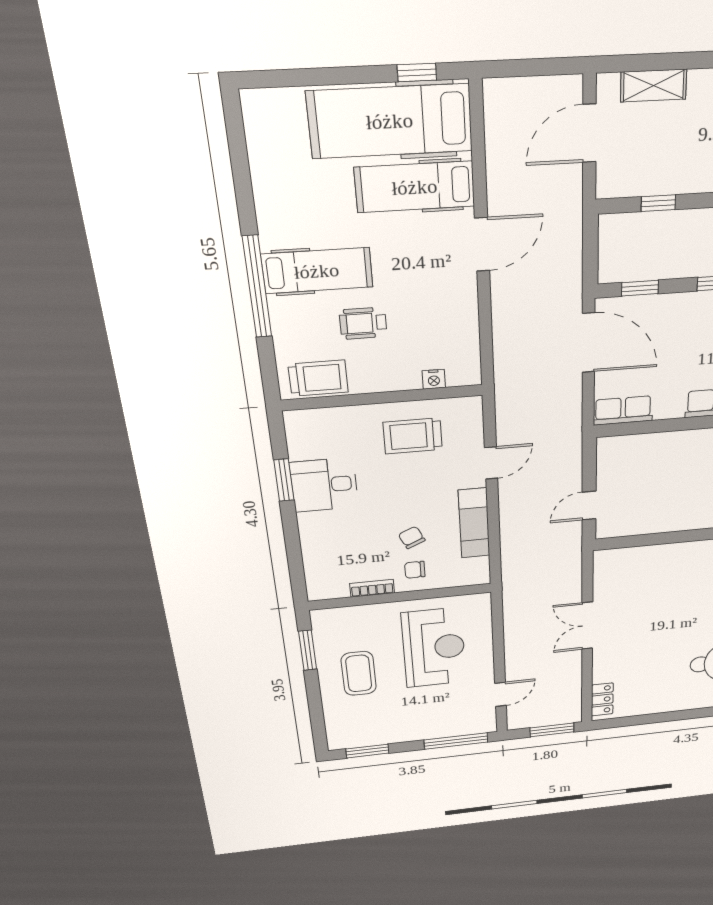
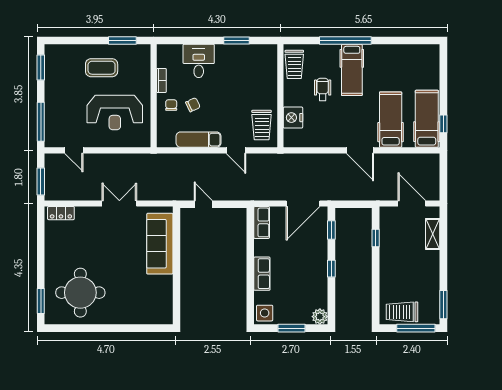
hospital bed: (390, 121) -> (427, 119), width x0.73, depth x0.78
nightstand: (434, 379) -> (293, 118), width x1.89, depth x1.79
trolley: (413, 436) -> (262, 125), moved, turned 180
desk: (324, 485) -> (199, 61), moved
sofa: (656, 563) -> (160, 244), added

